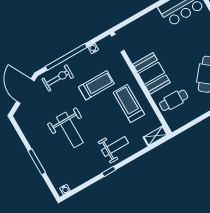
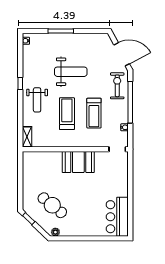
exercise bike: (58, 78) -> (117, 86), turned 180
cafe table: (174, 100) -> (47, 167), removed
treadmill: (129, 103) -> (67, 114), moved, turned -90
weight bench: (70, 130) -> (71, 72), turned 180

